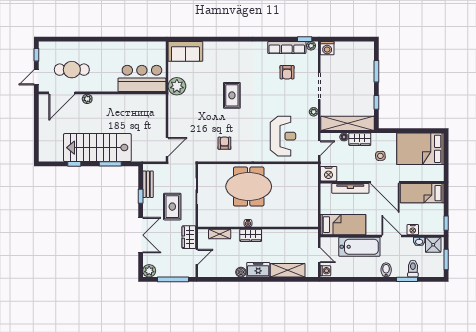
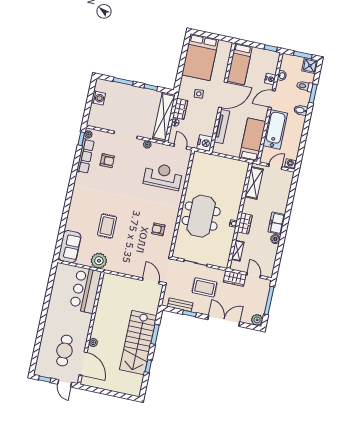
washing machine: (327, 48) -> (98, 98), moved
rug: (232, 95) -> (107, 226), moved, turned 90
shower: (433, 245) -> (310, 66), moved
shelving: (288, 270) -> (254, 183), moved

